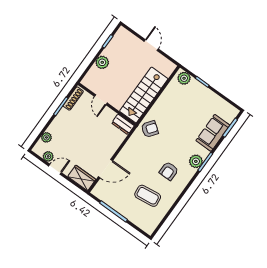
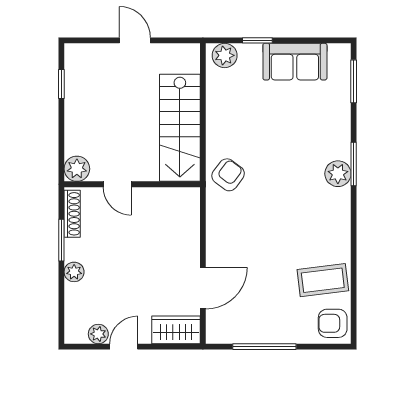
plant: (102, 62) -> (77, 169), moved
dresser: (123, 124) -> (180, 198), removed
sofa: (213, 133) -> (295, 62), moved, turned -90
plant: (46, 137) -> (74, 272), moved
armchair: (169, 171) -> (333, 323), moved, turned 90
coffee table: (148, 196) -> (323, 280), moved

